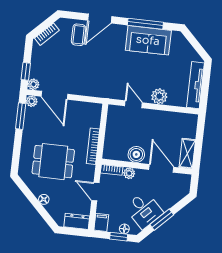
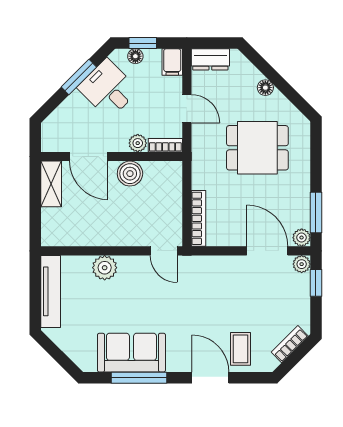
door: (100, 18) -> (210, 378), hinge flipped
door: (133, 104) -> (164, 251), moved
bookcase: (93, 146) -> (198, 218), moved

